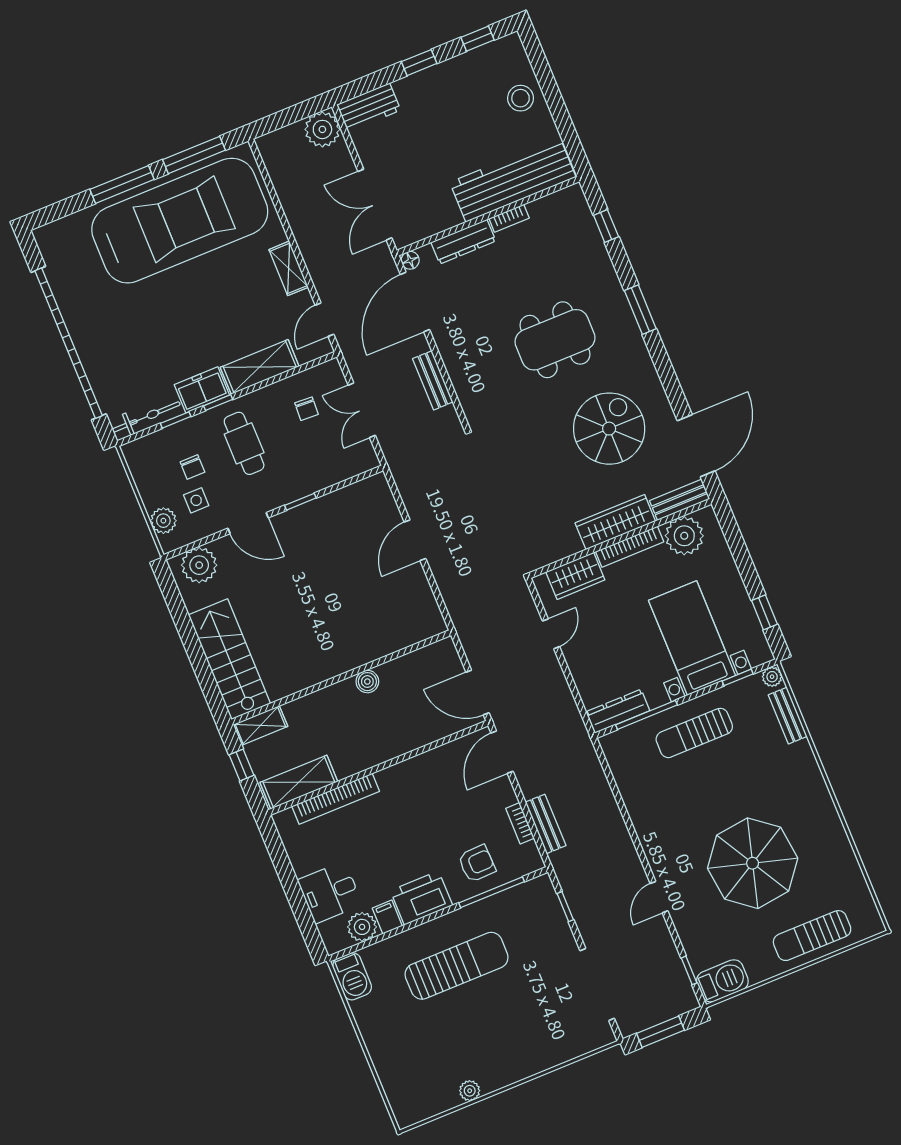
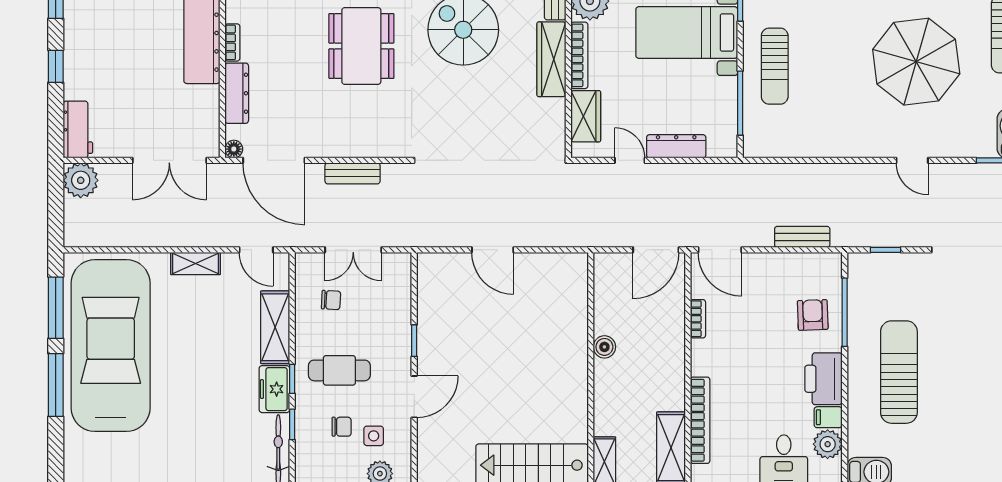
plant: (199, 565) -> (434, 457), removed
dresser: (618, 711) -> (676, 146), moved, turned 90
bookcase: (520, 823) -> (698, 319), moved, turned -90

